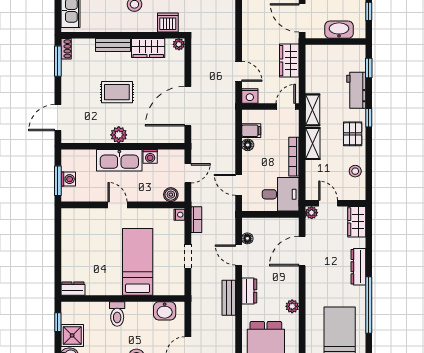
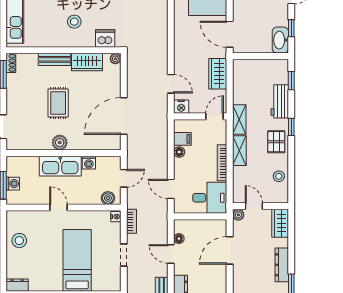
washbasin: (339, 30) -> (280, 40), moved, turned -90
rug: (117, 92) -> (58, 103), turned 90
stool: (75, 240) -> (19, 241), added

